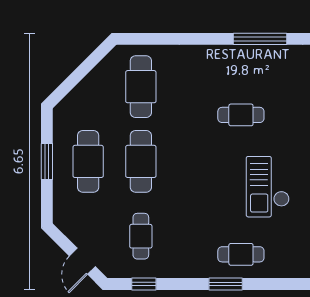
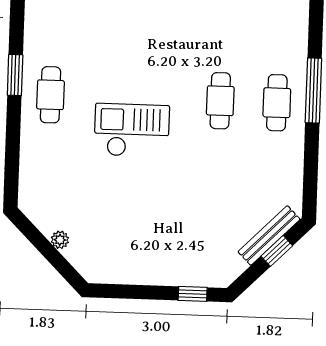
window: (260, 39) -> (313, 90), moved
cafe table: (241, 68) -> (277, 103), added

